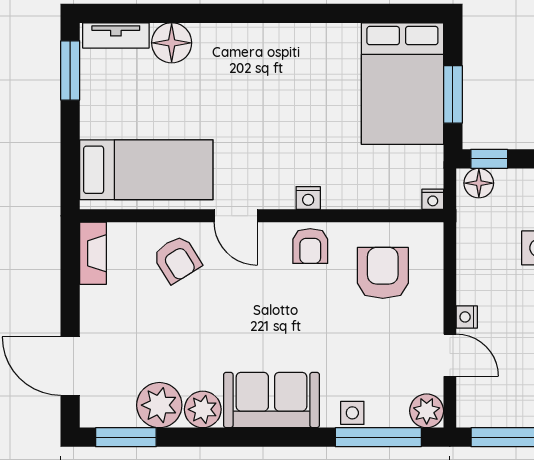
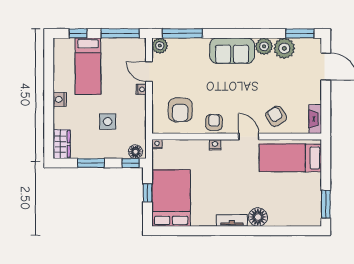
tv unit: (116, 35) -> (232, 220), moved
floor lamp: (172, 43) -> (258, 217), moved
window: (453, 94) -> (148, 193), width x0.67
side table: (352, 413) -> (194, 45), removed

